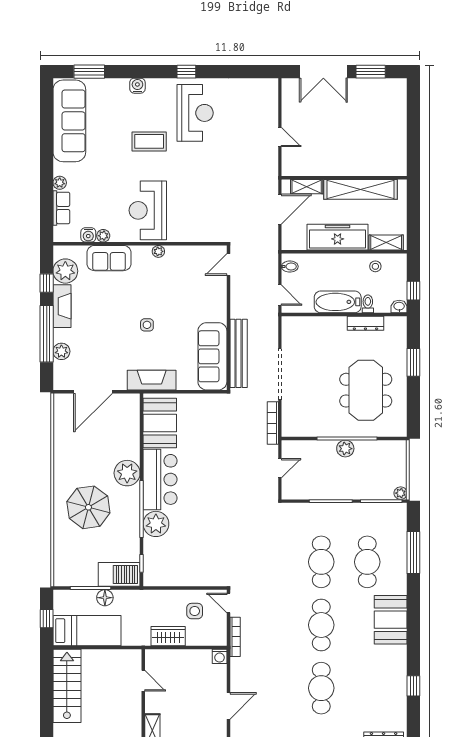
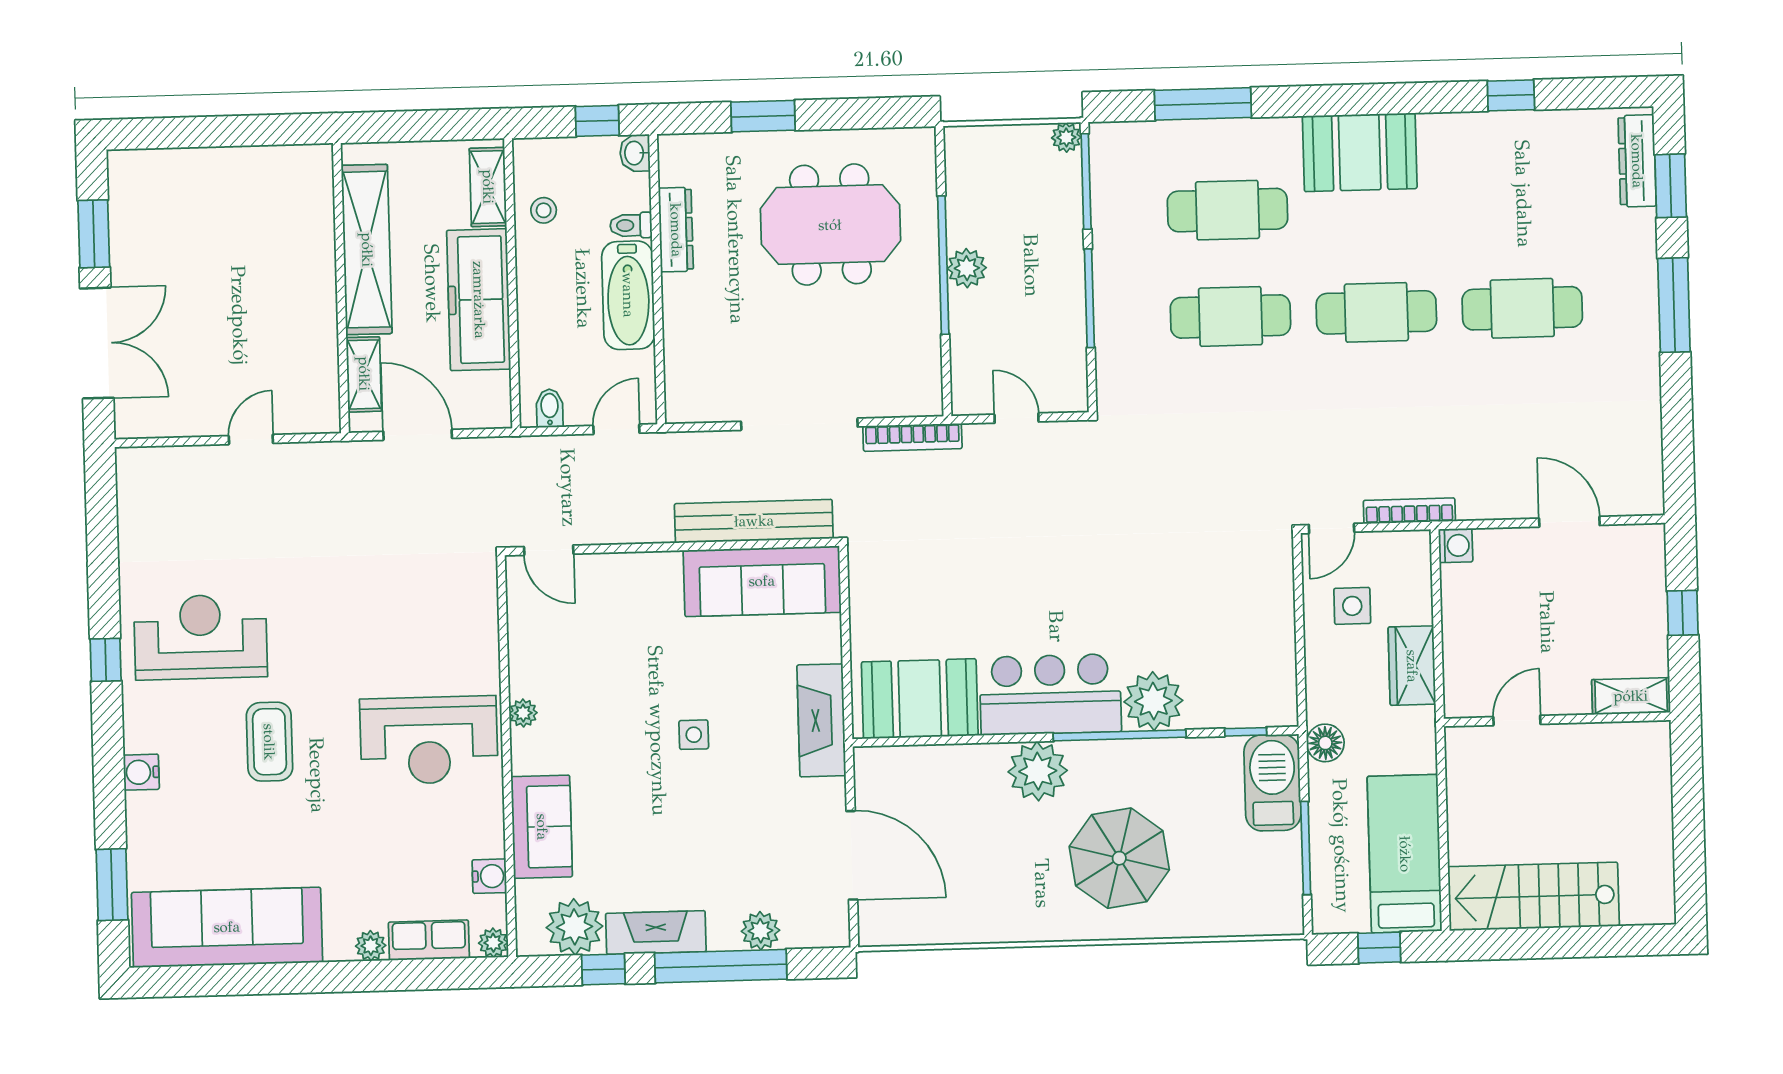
plant: (103, 236) -> (493, 943), moved
floor lamp: (105, 598) -> (1325, 743), moved

